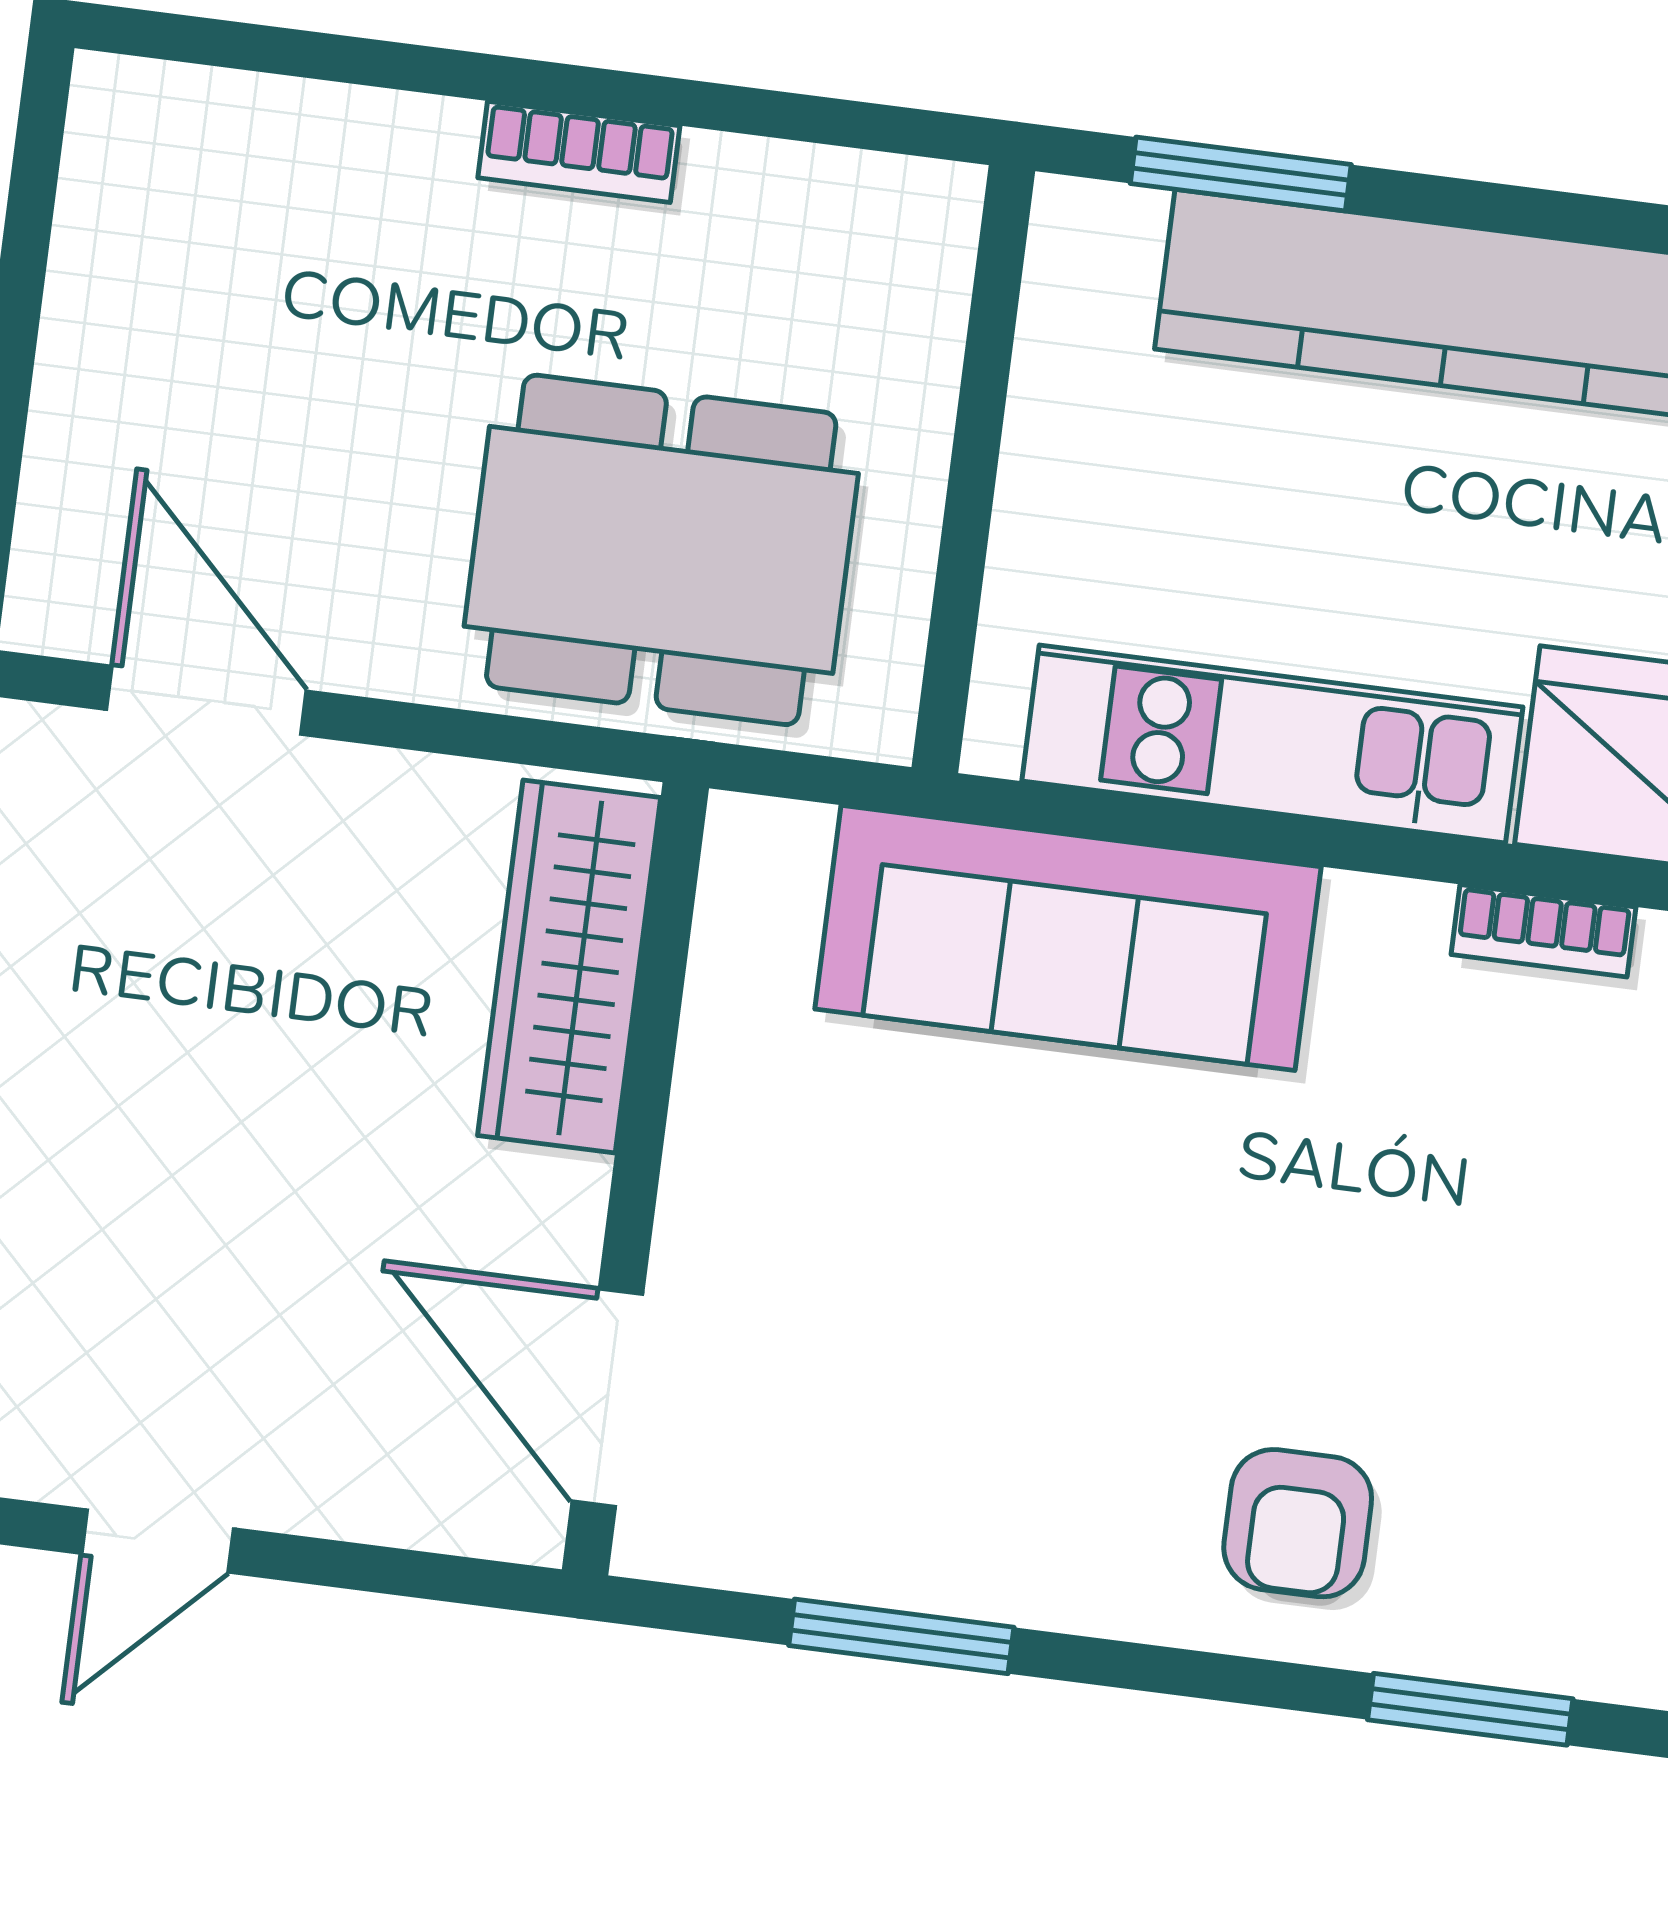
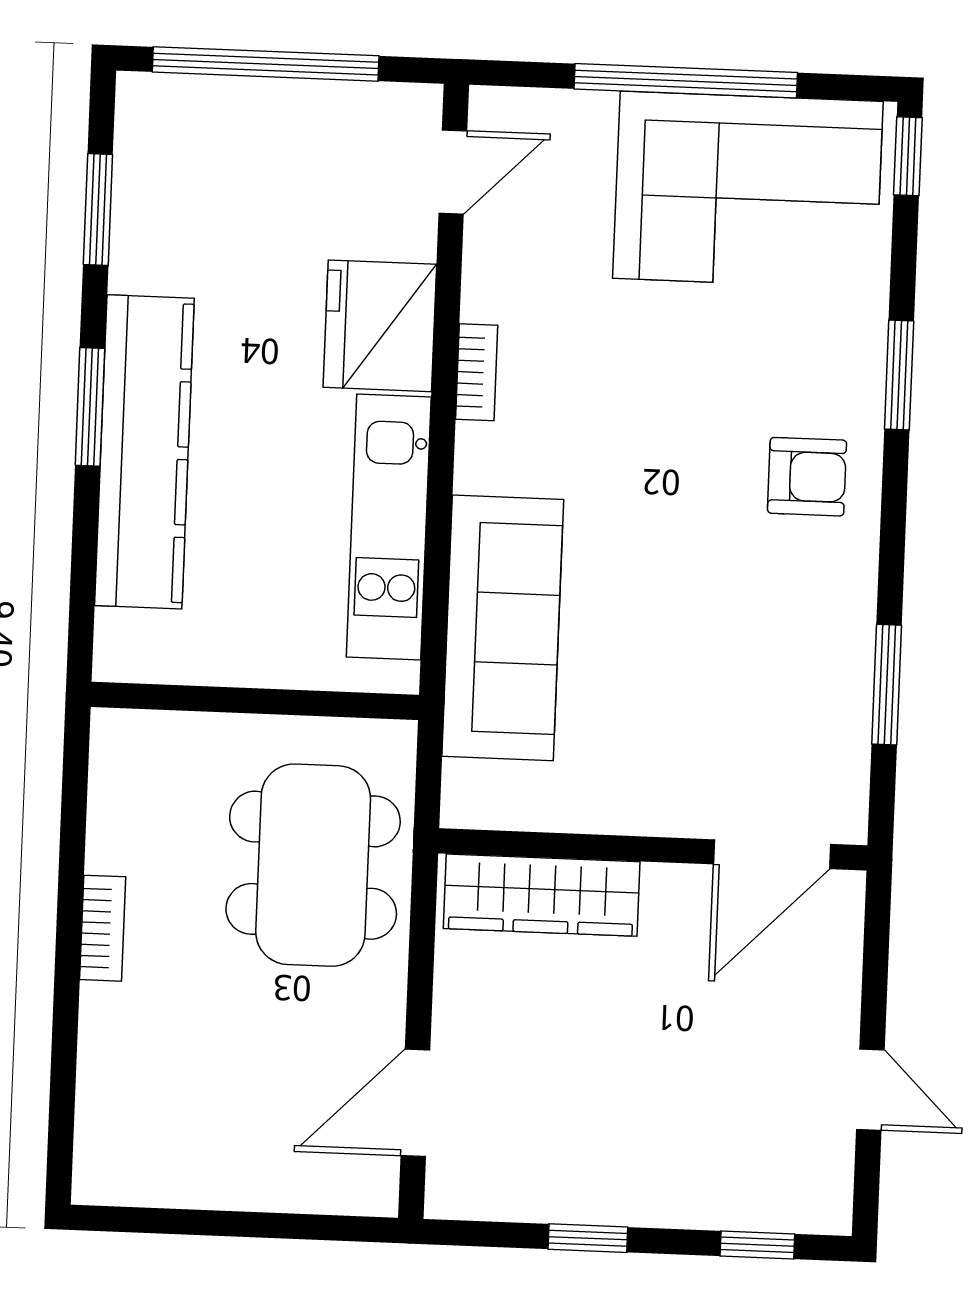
window: (1241, 174) -> (90, 407), moved

